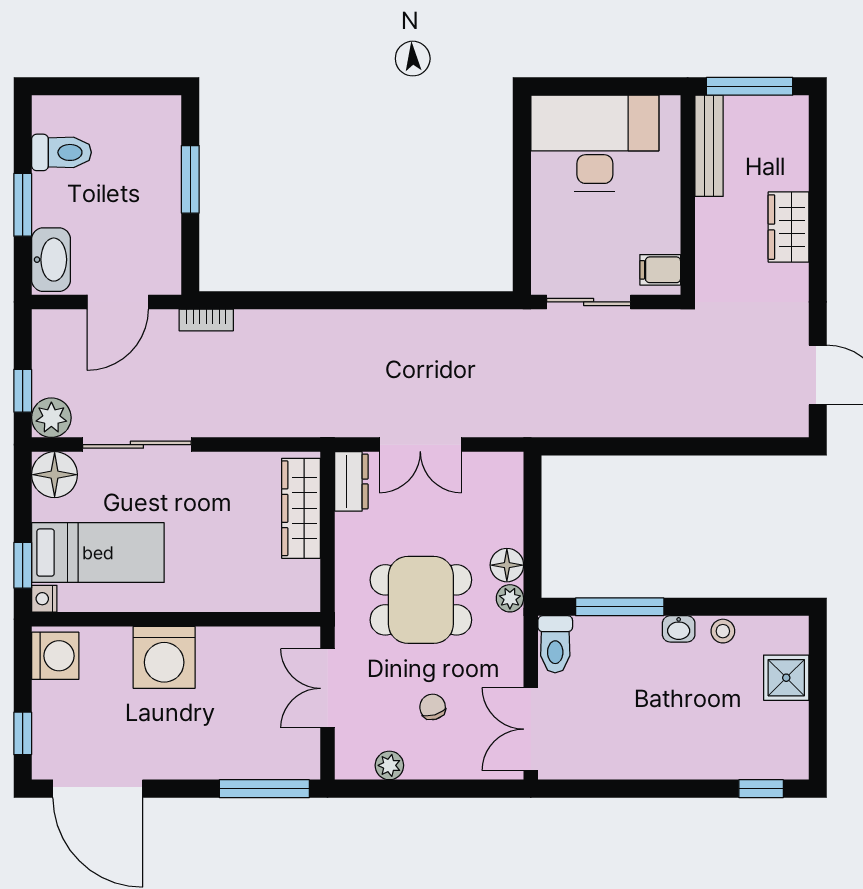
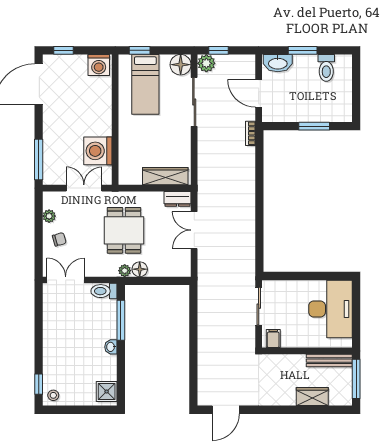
wardrobe: (789, 227) -> (312, 397), moved
nightstand: (44, 599) -> (124, 60), removed
stool: (723, 631) -> (53, 395), moved
washing machine: (164, 657) -> (98, 151), moved
shower: (786, 678) -> (107, 391), moved
chair: (433, 707) -> (59, 239), moved

